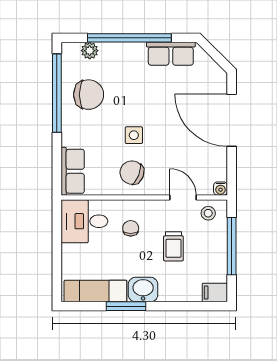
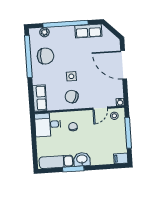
door: (183, 198) -> (100, 108), swing flipped
trolley: (173, 246) -> (97, 135), removed

